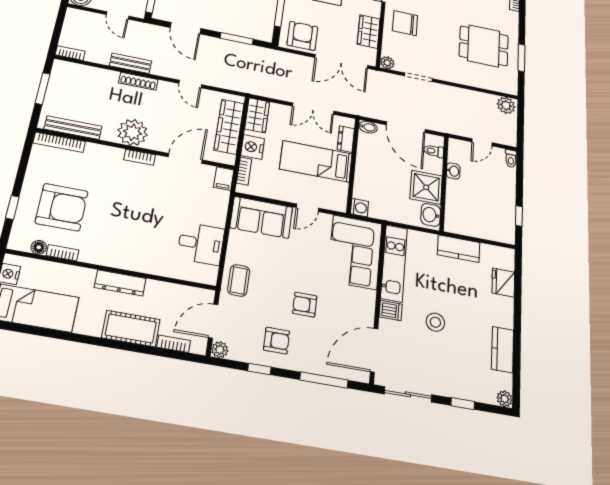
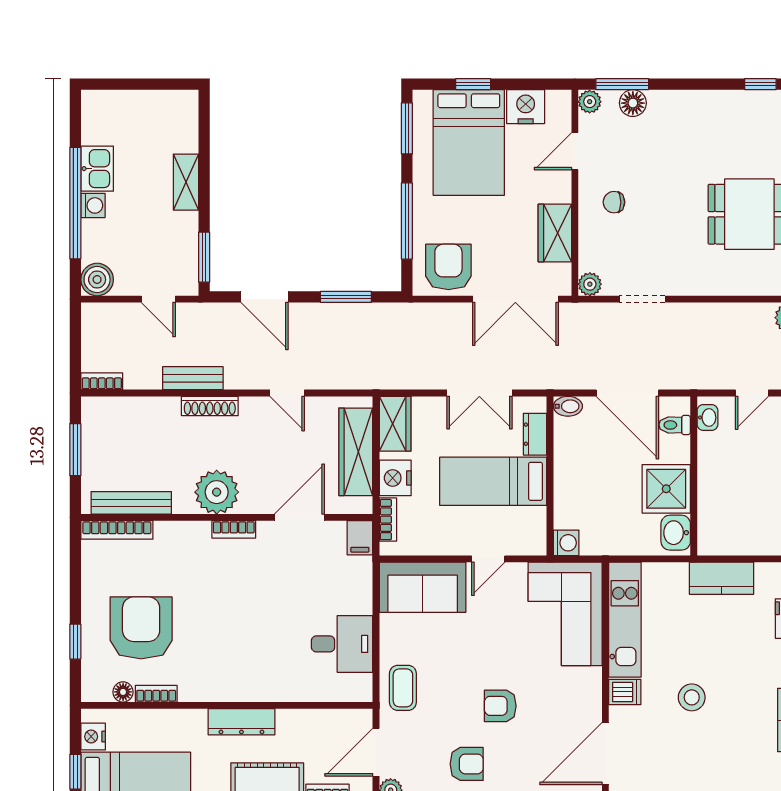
chair: (405, 23) -> (614, 202), width x0.54, depth x0.54
washbasin: (453, 171) -> (707, 418), moved
armchair: (62, 207) -> (141, 628), turned -90

